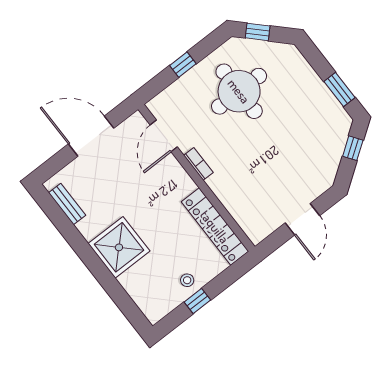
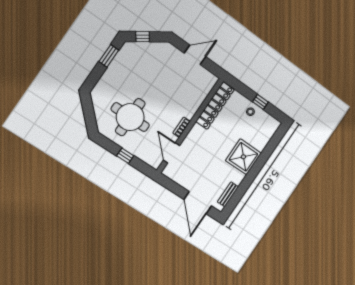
window: (258, 32) -> (90, 118), removed
door: (91, 136) -> (198, 203), moved
door: (164, 136) -> (172, 153), swing flipped

